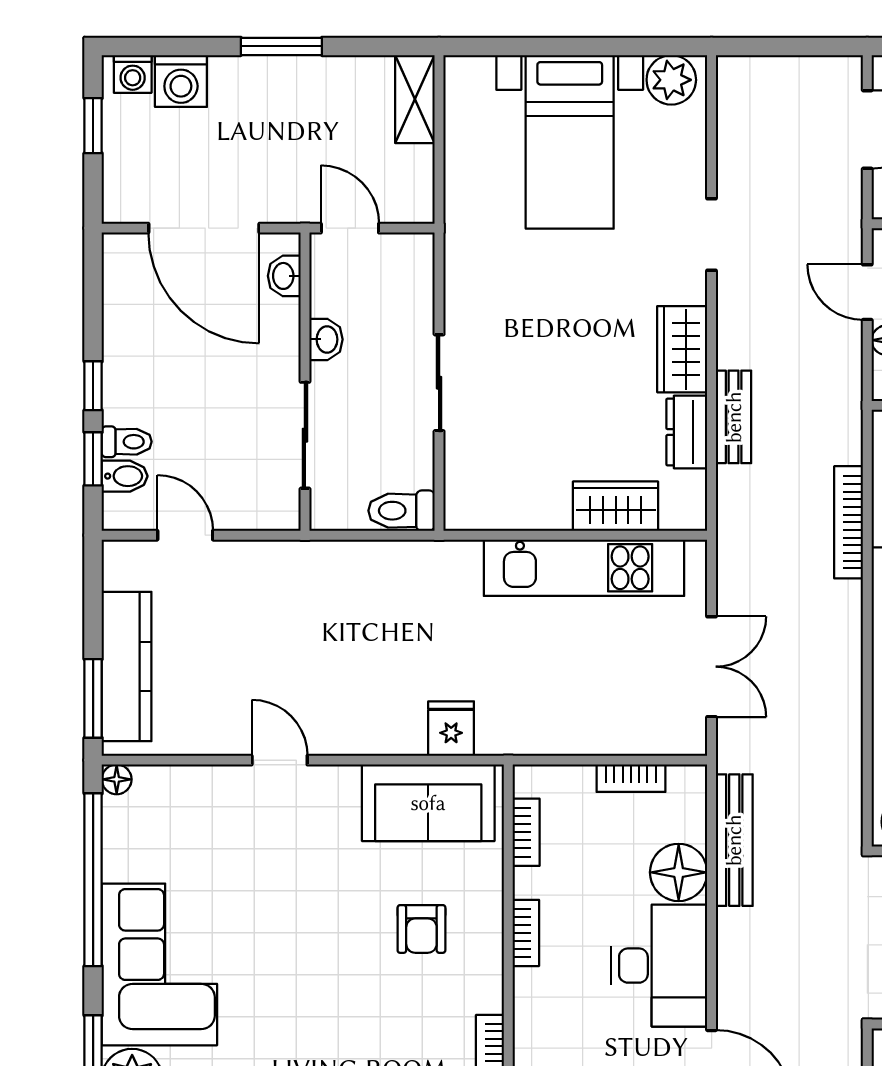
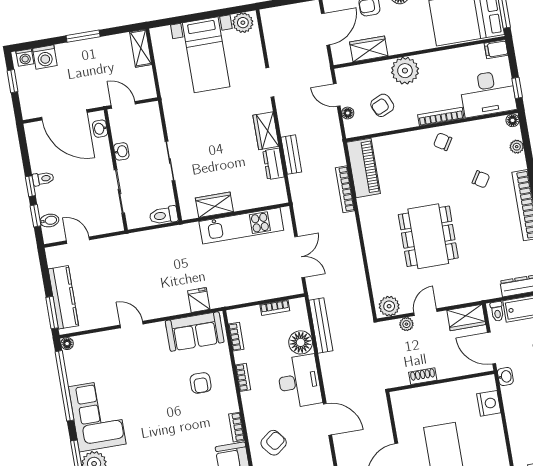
toilet: (127, 442) -> (43, 179), moved
wardrobe: (616, 506) -> (214, 205), moved

